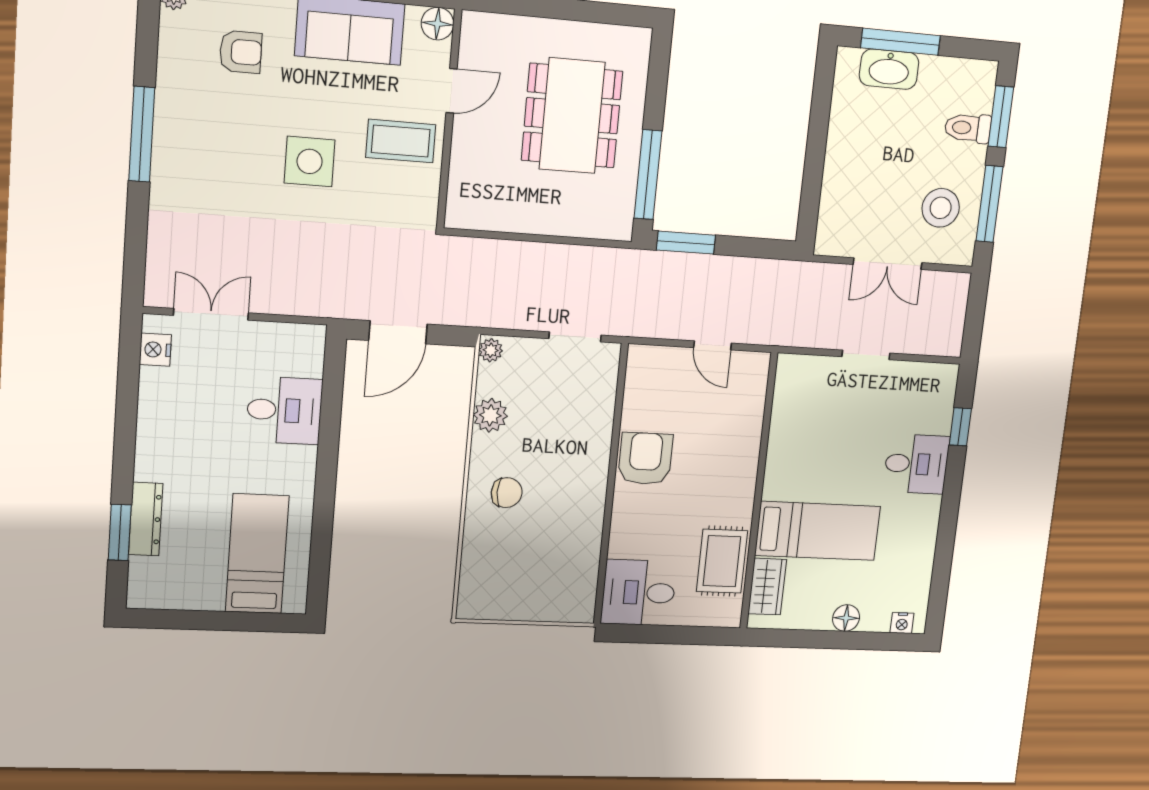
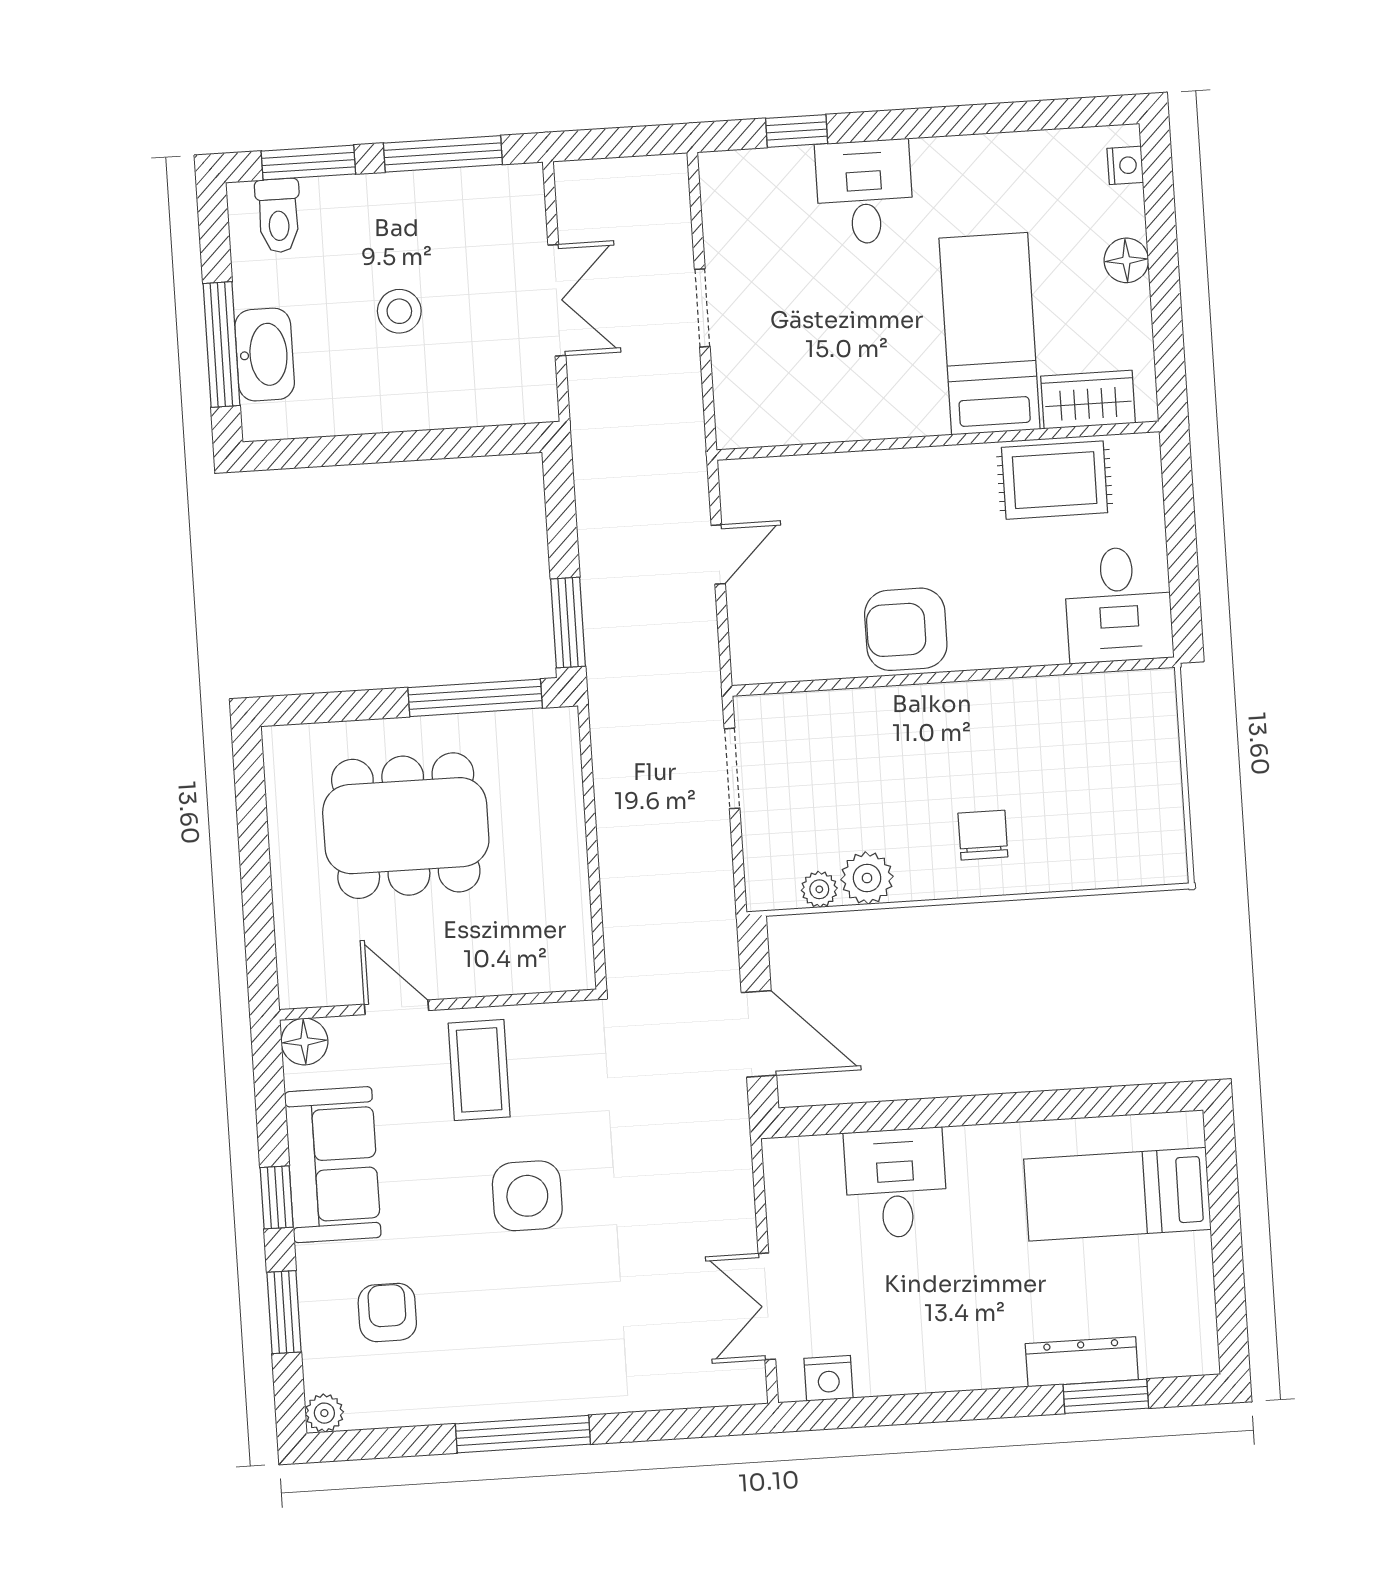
toilet: (968, 128) -> (278, 216), moved
stool: (941, 208) -> (399, 311), moved, width x0.73, depth x0.73
plant: (491, 350) -> (819, 889), moved

